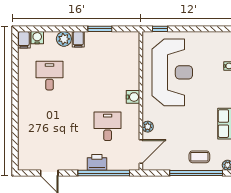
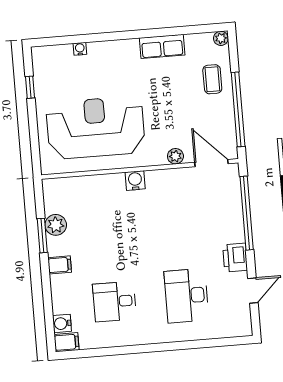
window: (160, 29) -> (30, 87), moved
plant: (64, 39) -> (56, 225), moved
desk: (108, 126) -> (187, 296), moved, width x1.37
printer: (97, 162) -> (235, 258), moved
window: (196, 173) -> (238, 109), moved

